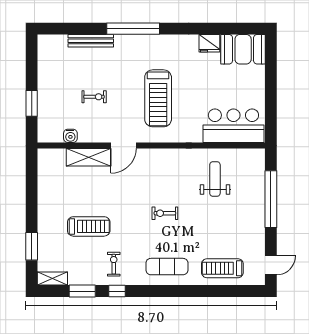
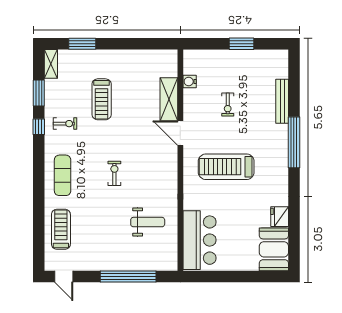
window: (32, 103) -> (242, 44), moved

